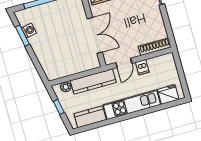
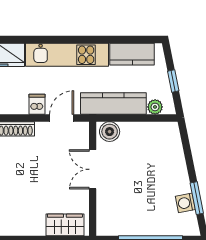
double door: (95, 35) -> (93, 169), width x0.73
boiler: (91, 63) -> (110, 132), added

